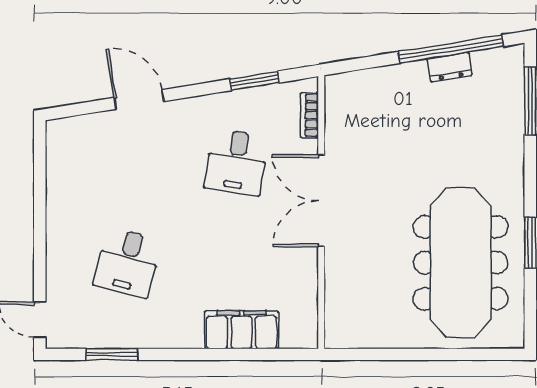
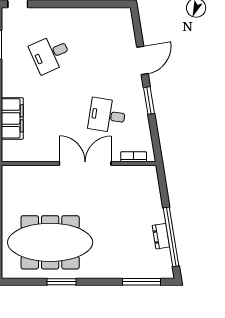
window: (255, 81) -> (149, 100), moved
desk: (128, 262) -> (50, 54), turned -39

